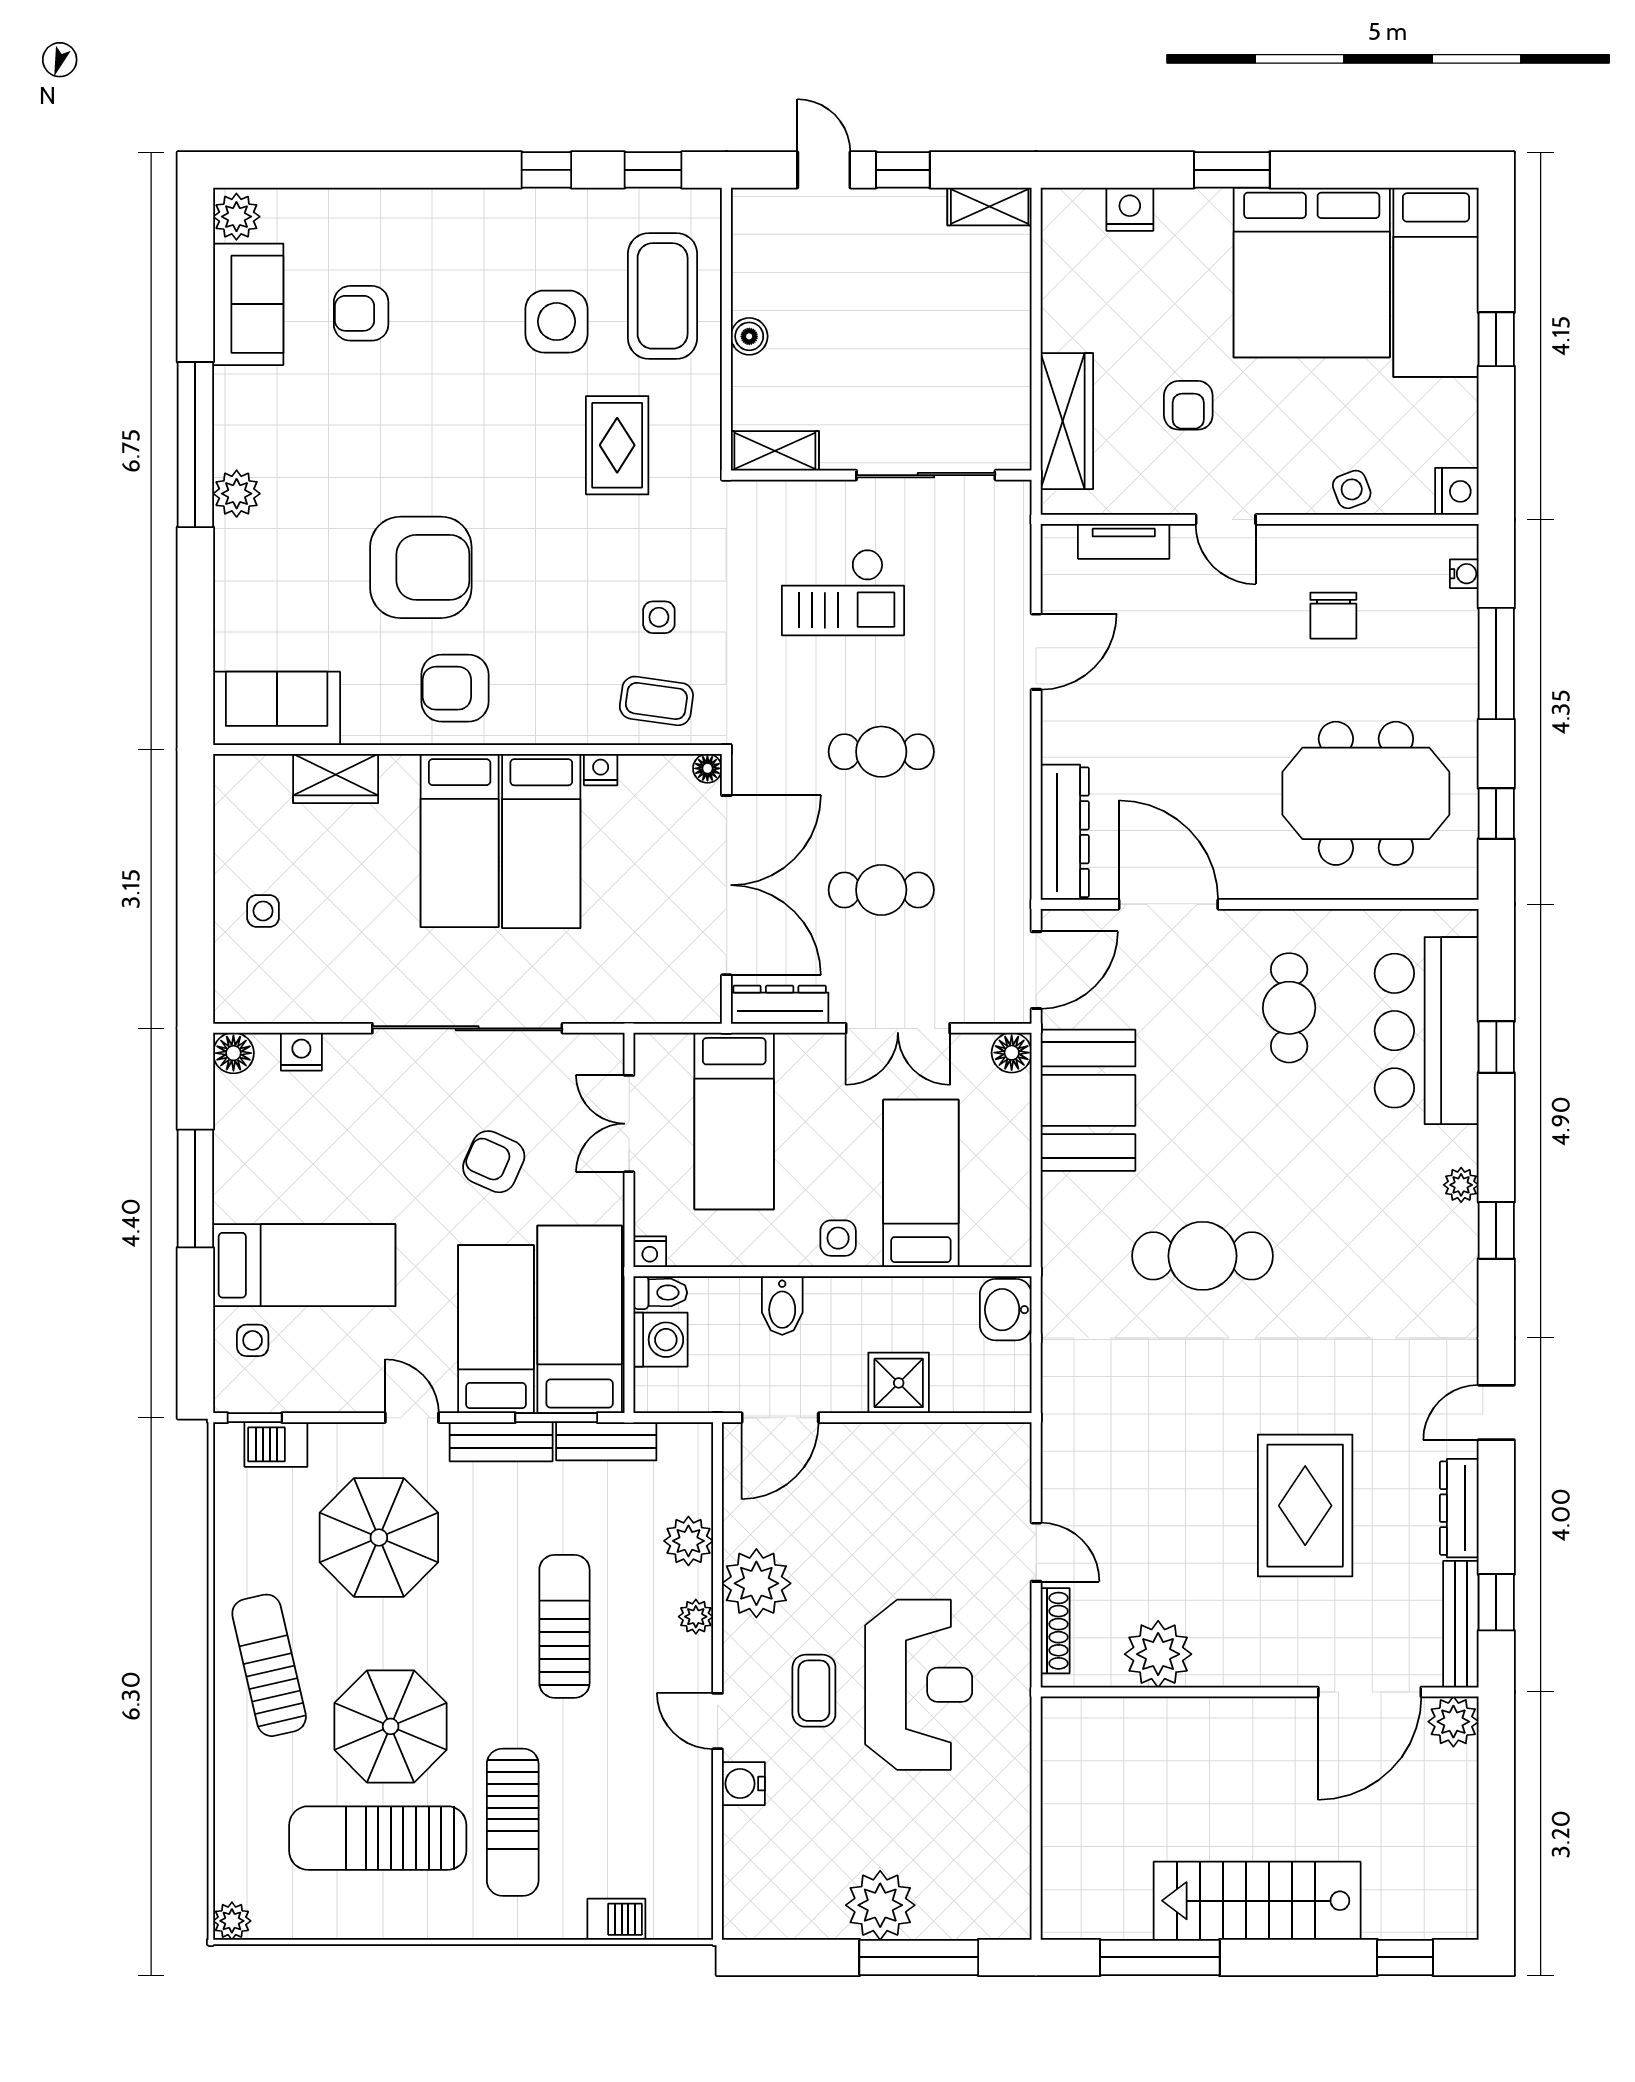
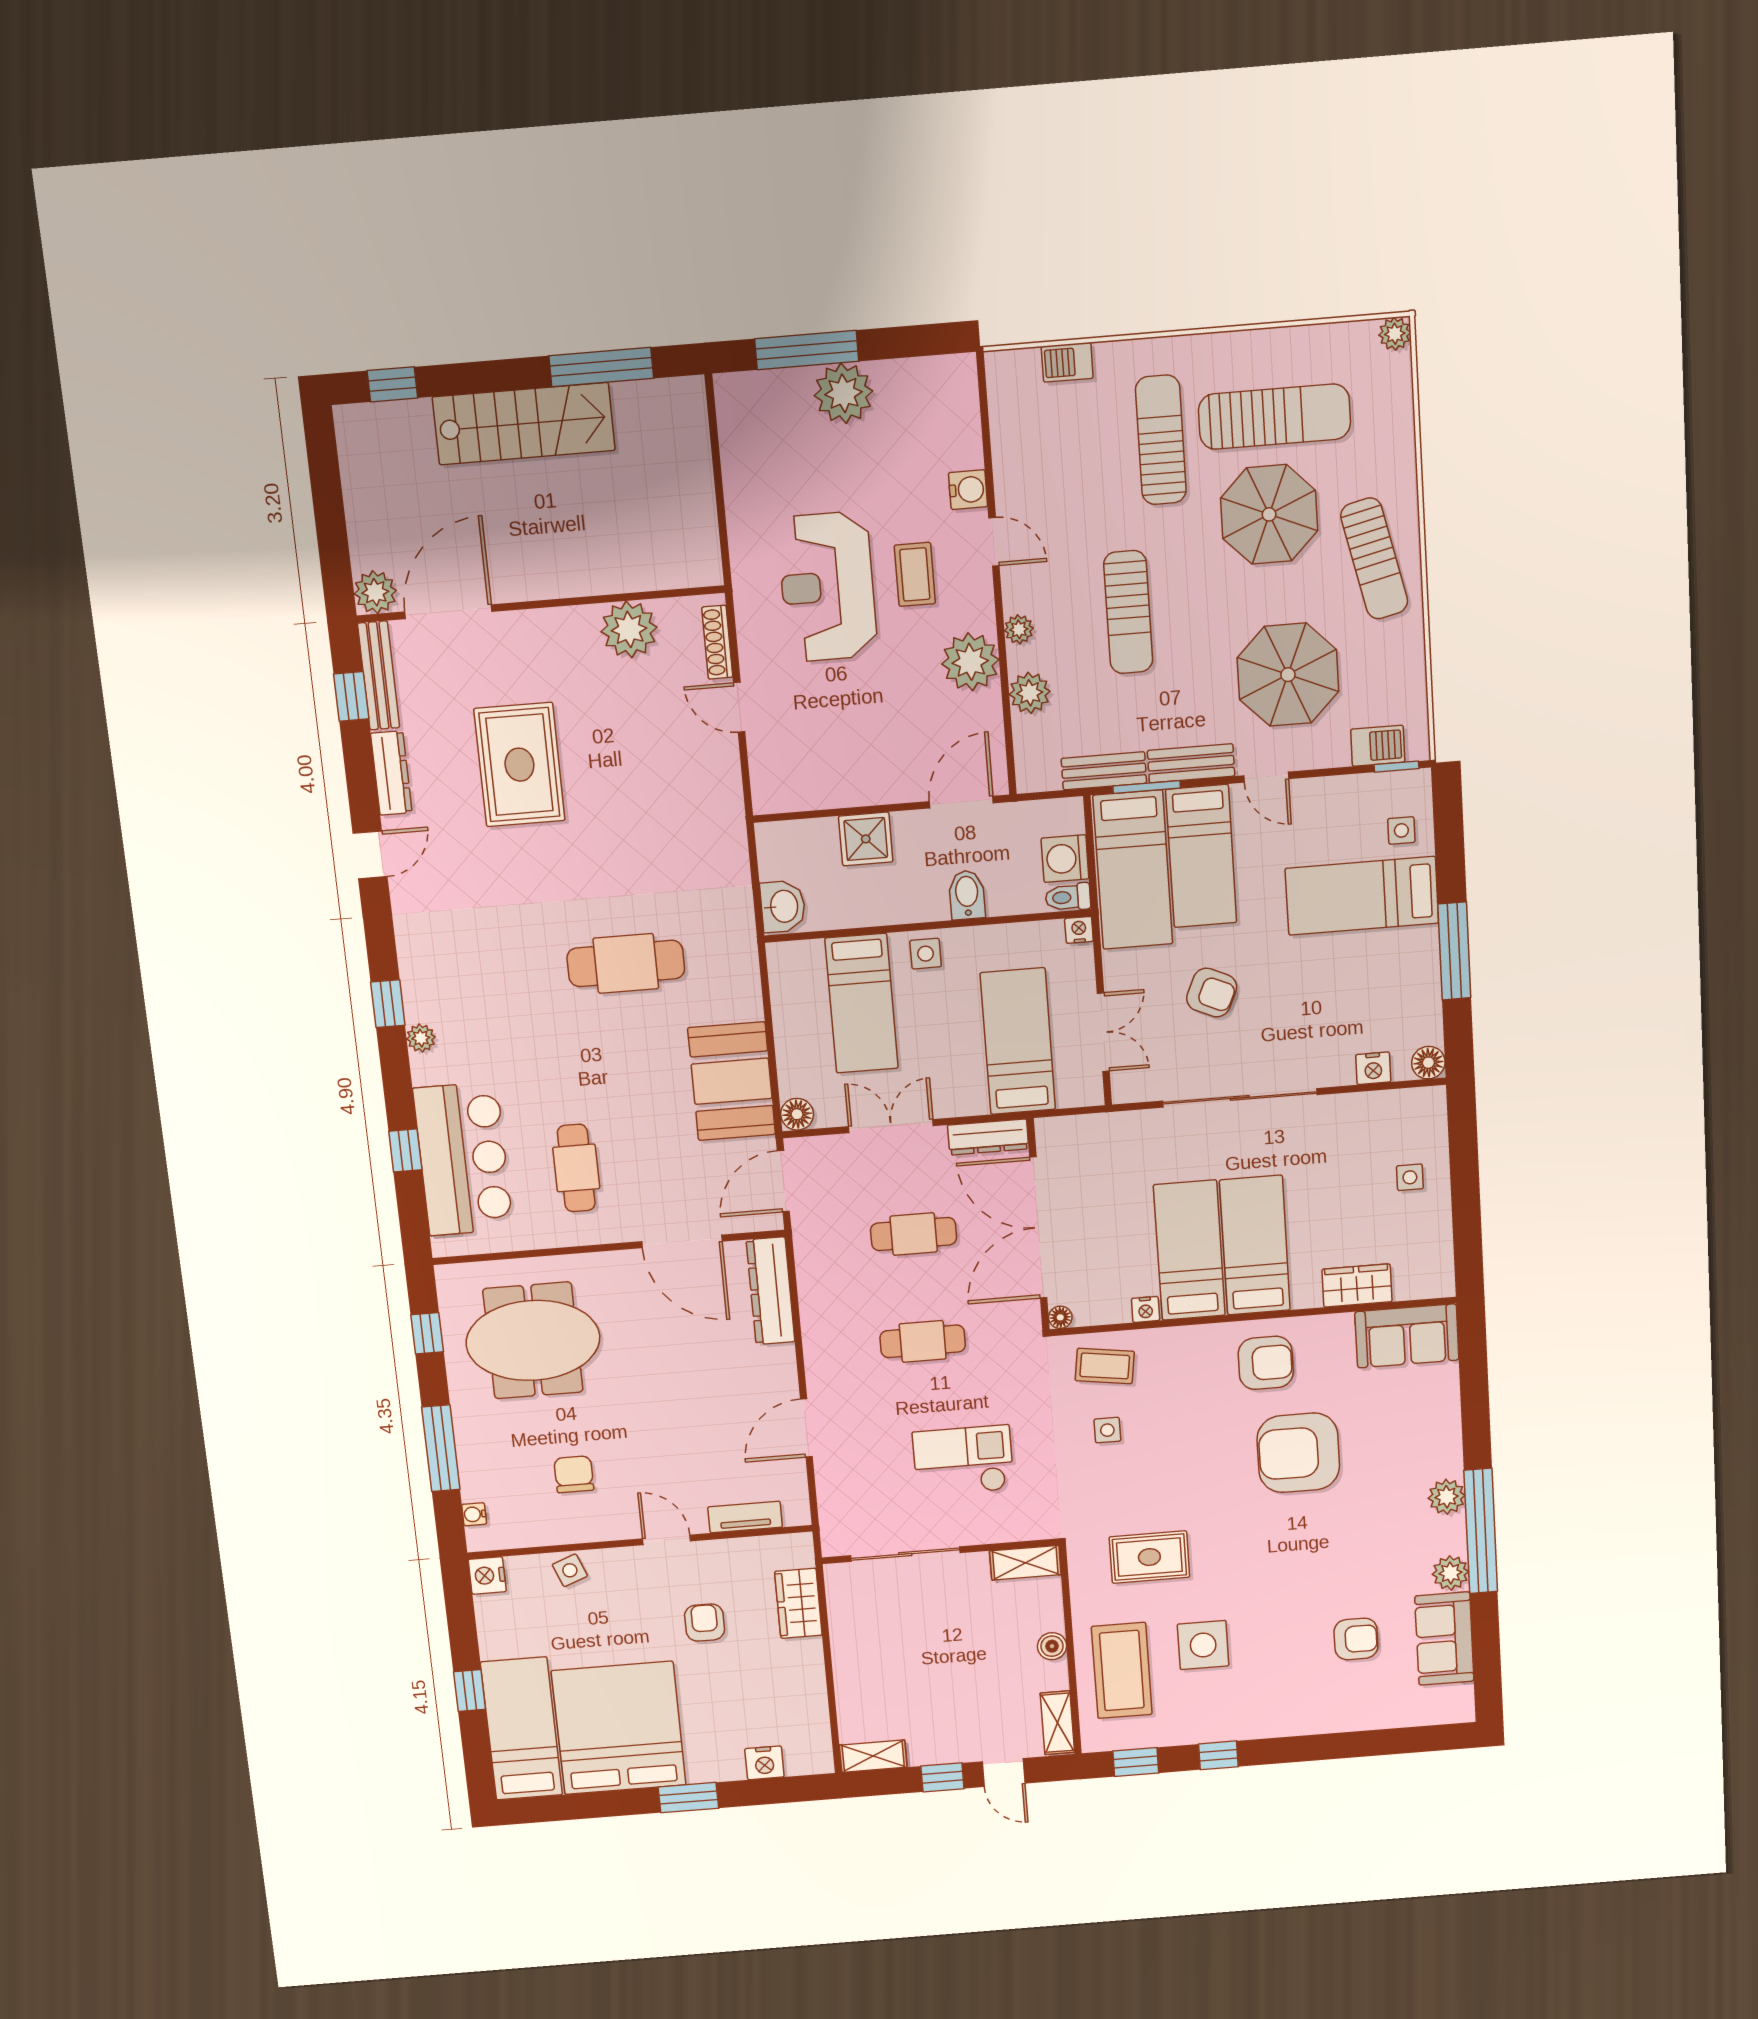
plant: (236, 217) -> (1450, 1573), moved
shelving: (750, 232) -> (1057, 1723), added
wardrobe: (1067, 421) -> (798, 1603), width x0.67
rug: (617, 445) -> (1149, 1557), turned 90

